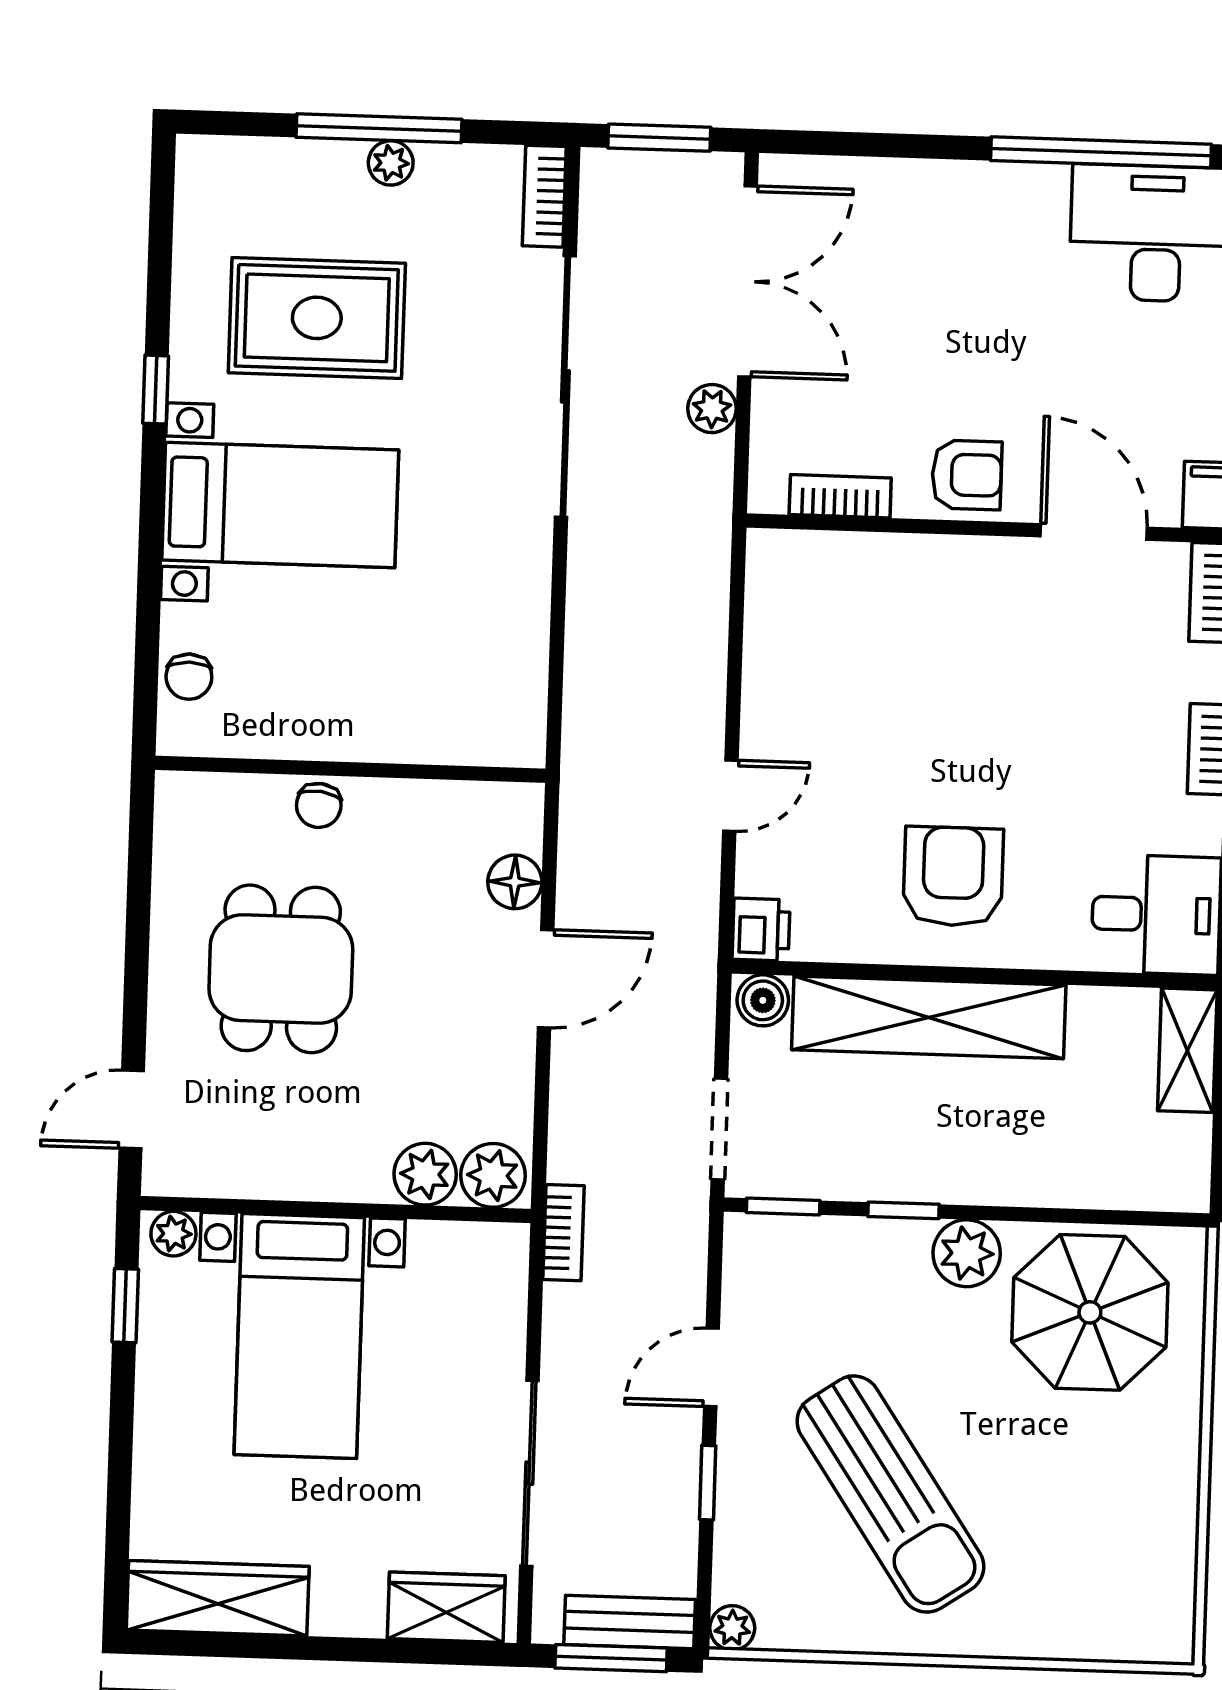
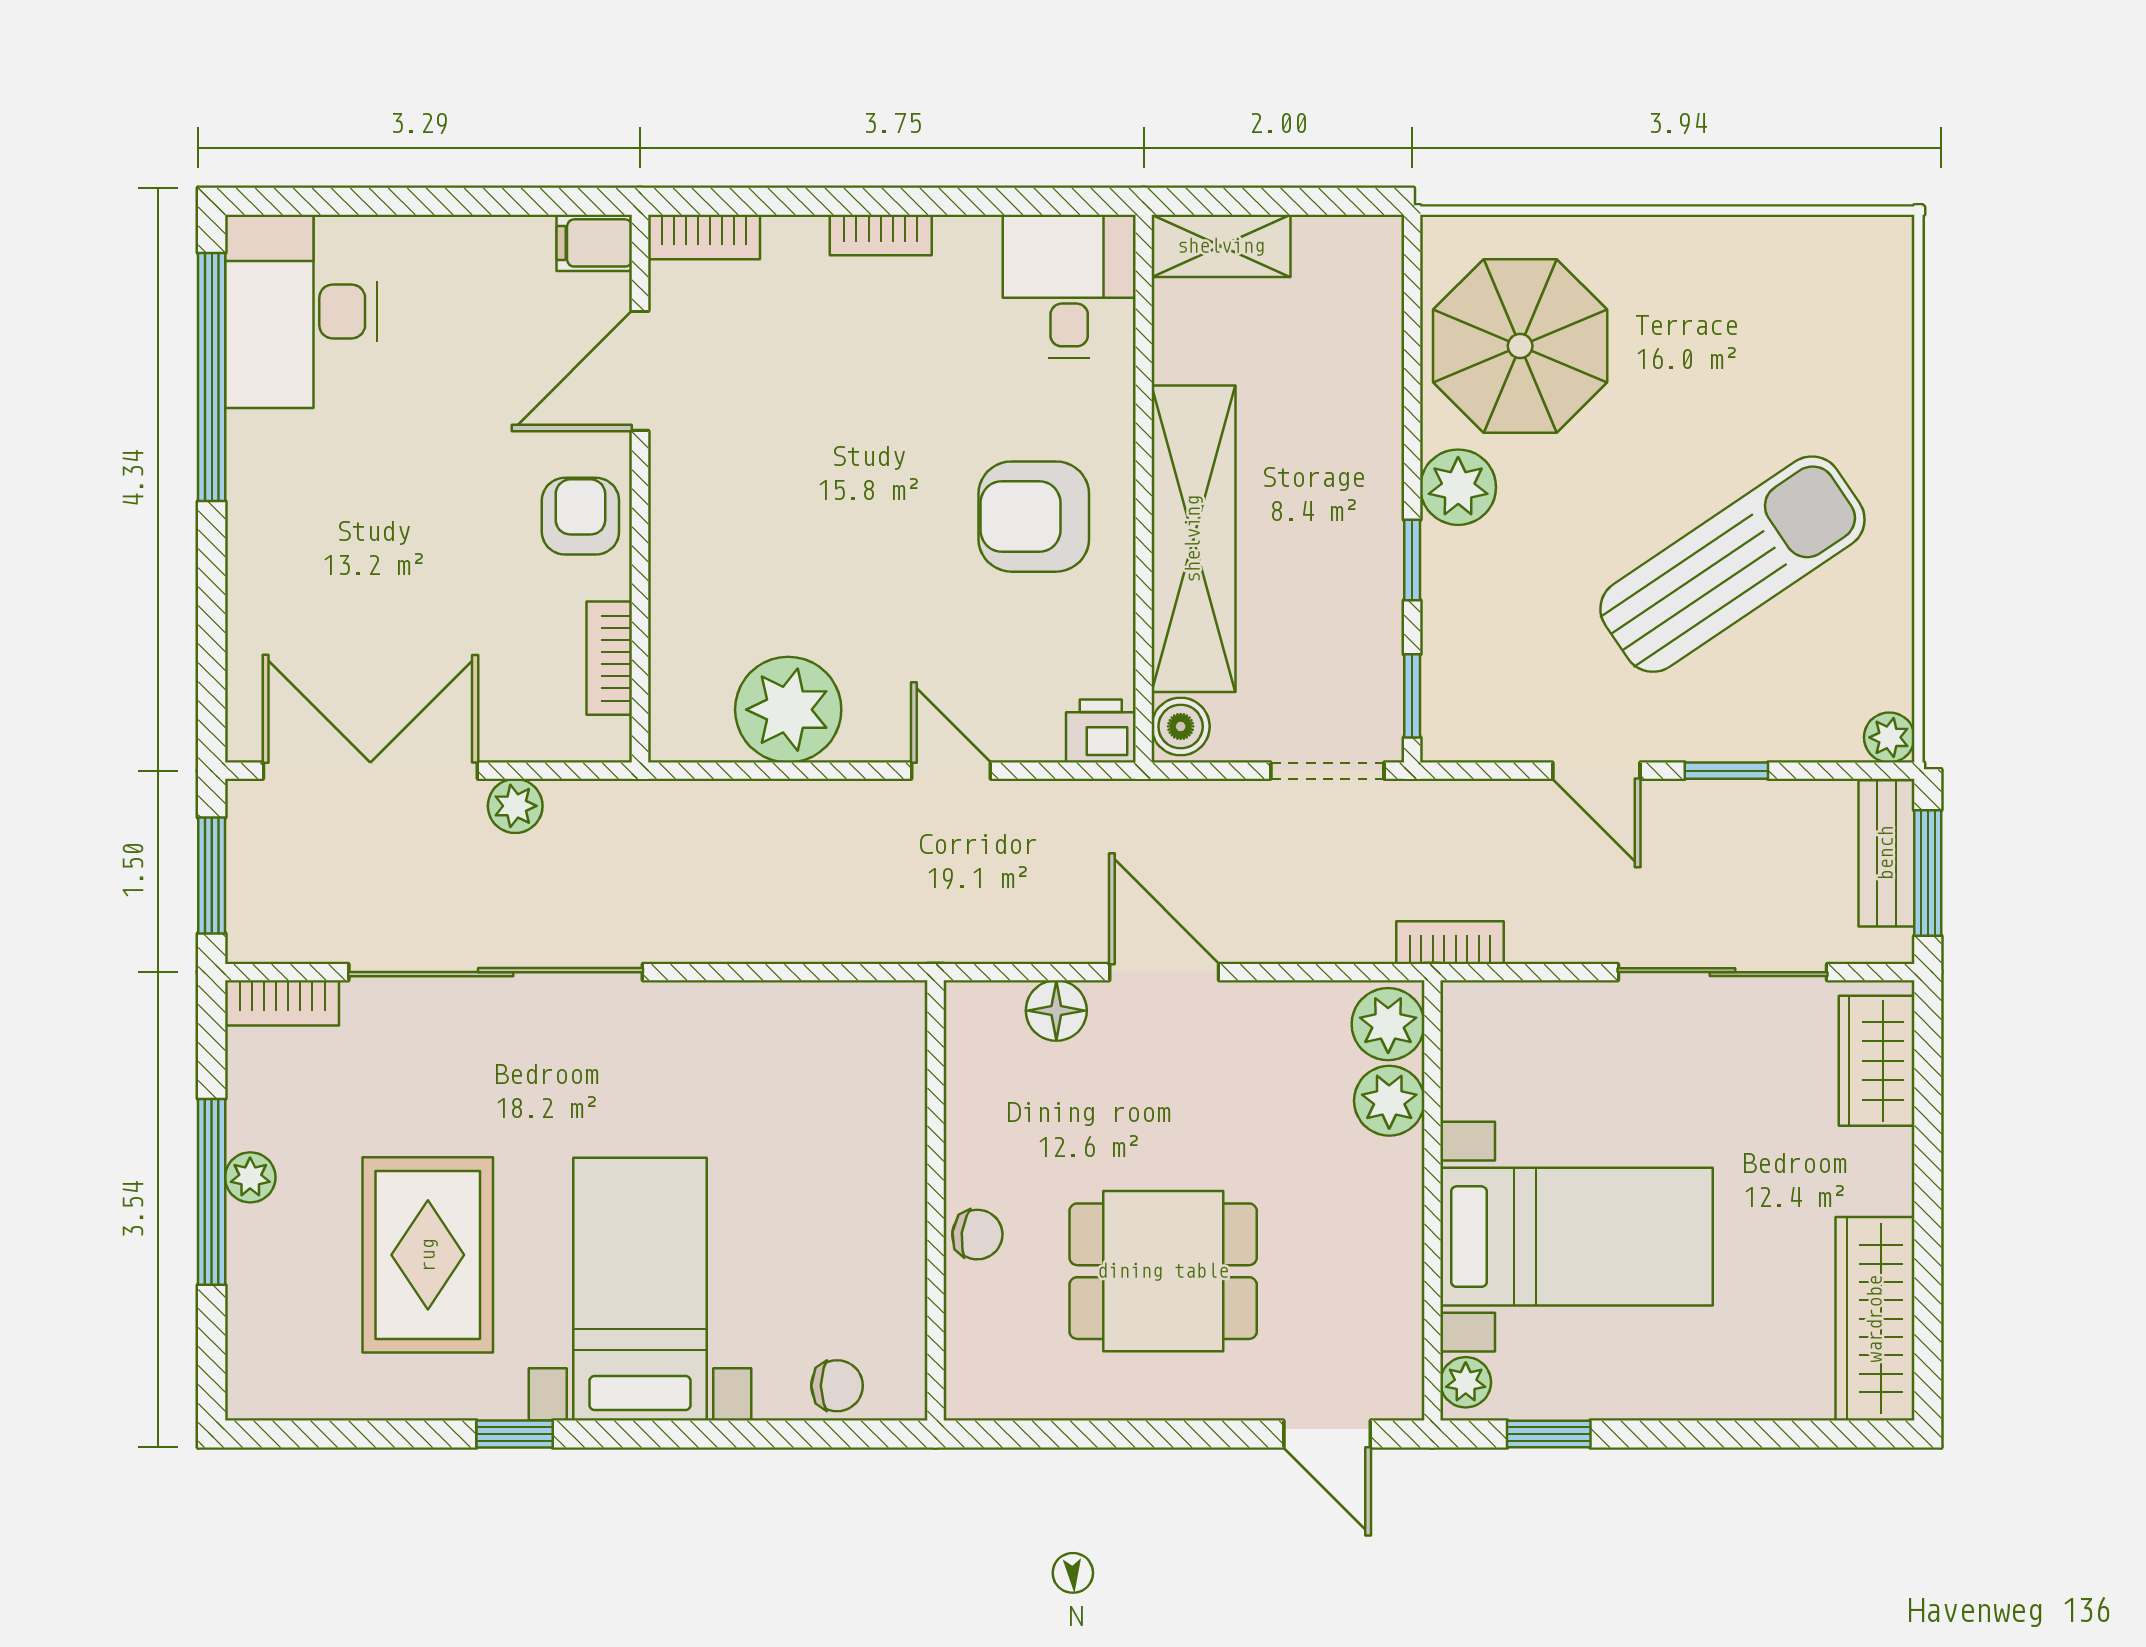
plant: (789, 653) -> (788, 710), added

